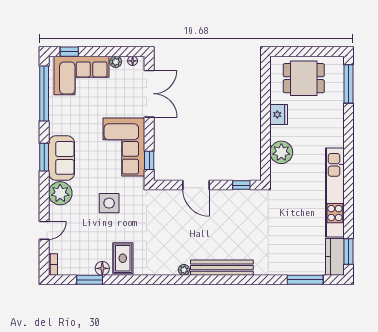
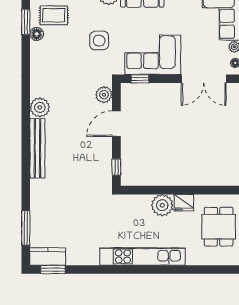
window: (349, 84) -> (213, 270), removed
plant: (281, 152) -> (162, 205), moved
kitchen unit: (335, 193) -> (143, 256), moved
plant: (166, 198) -> (104, 95), added
rug: (123, 258) -> (54, 15), moved
plant: (184, 270) -> (40, 107), width x1.87, depth x1.87

